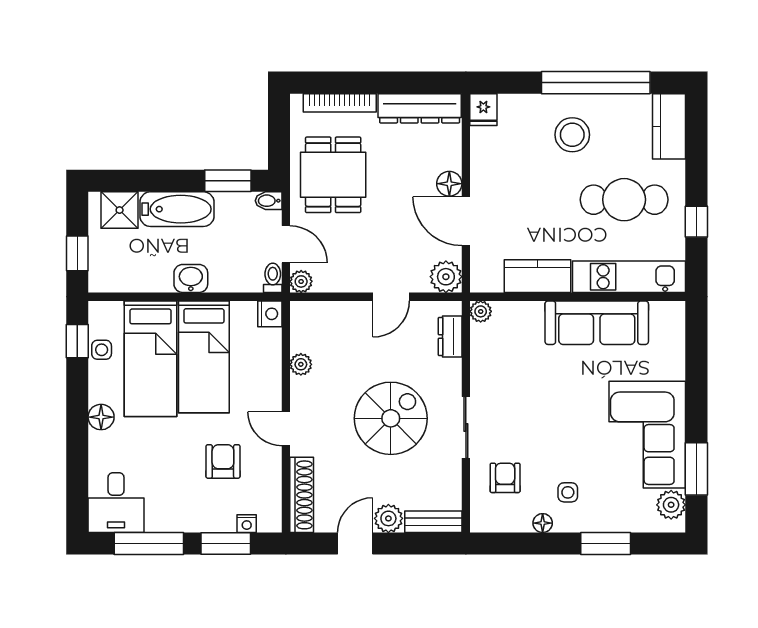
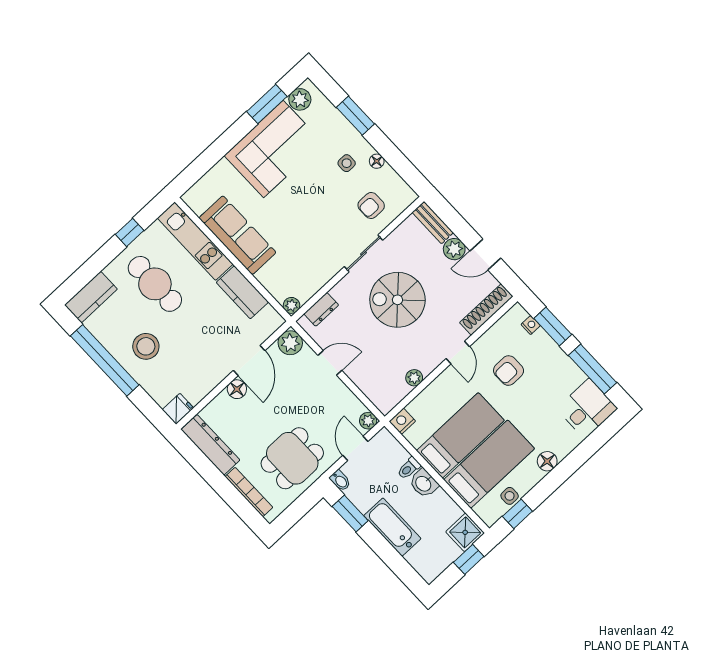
shower: (120, 210) -> (465, 532), moved
toilet: (273, 278) -> (409, 468), moved

